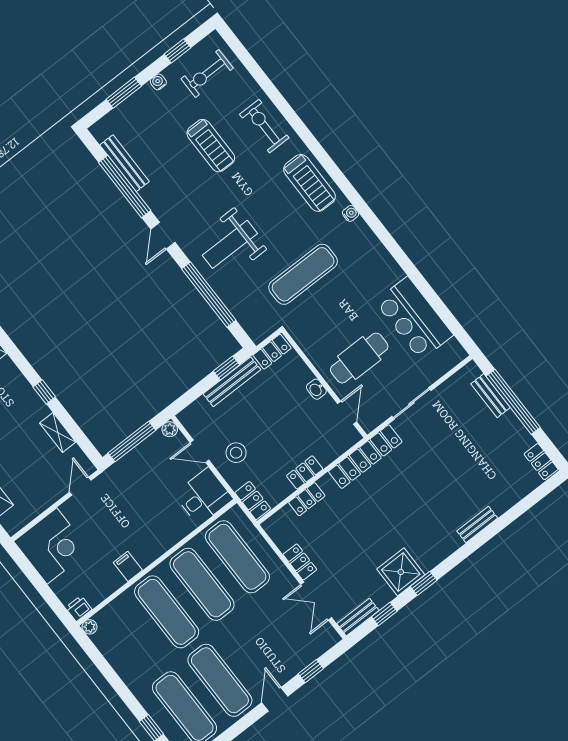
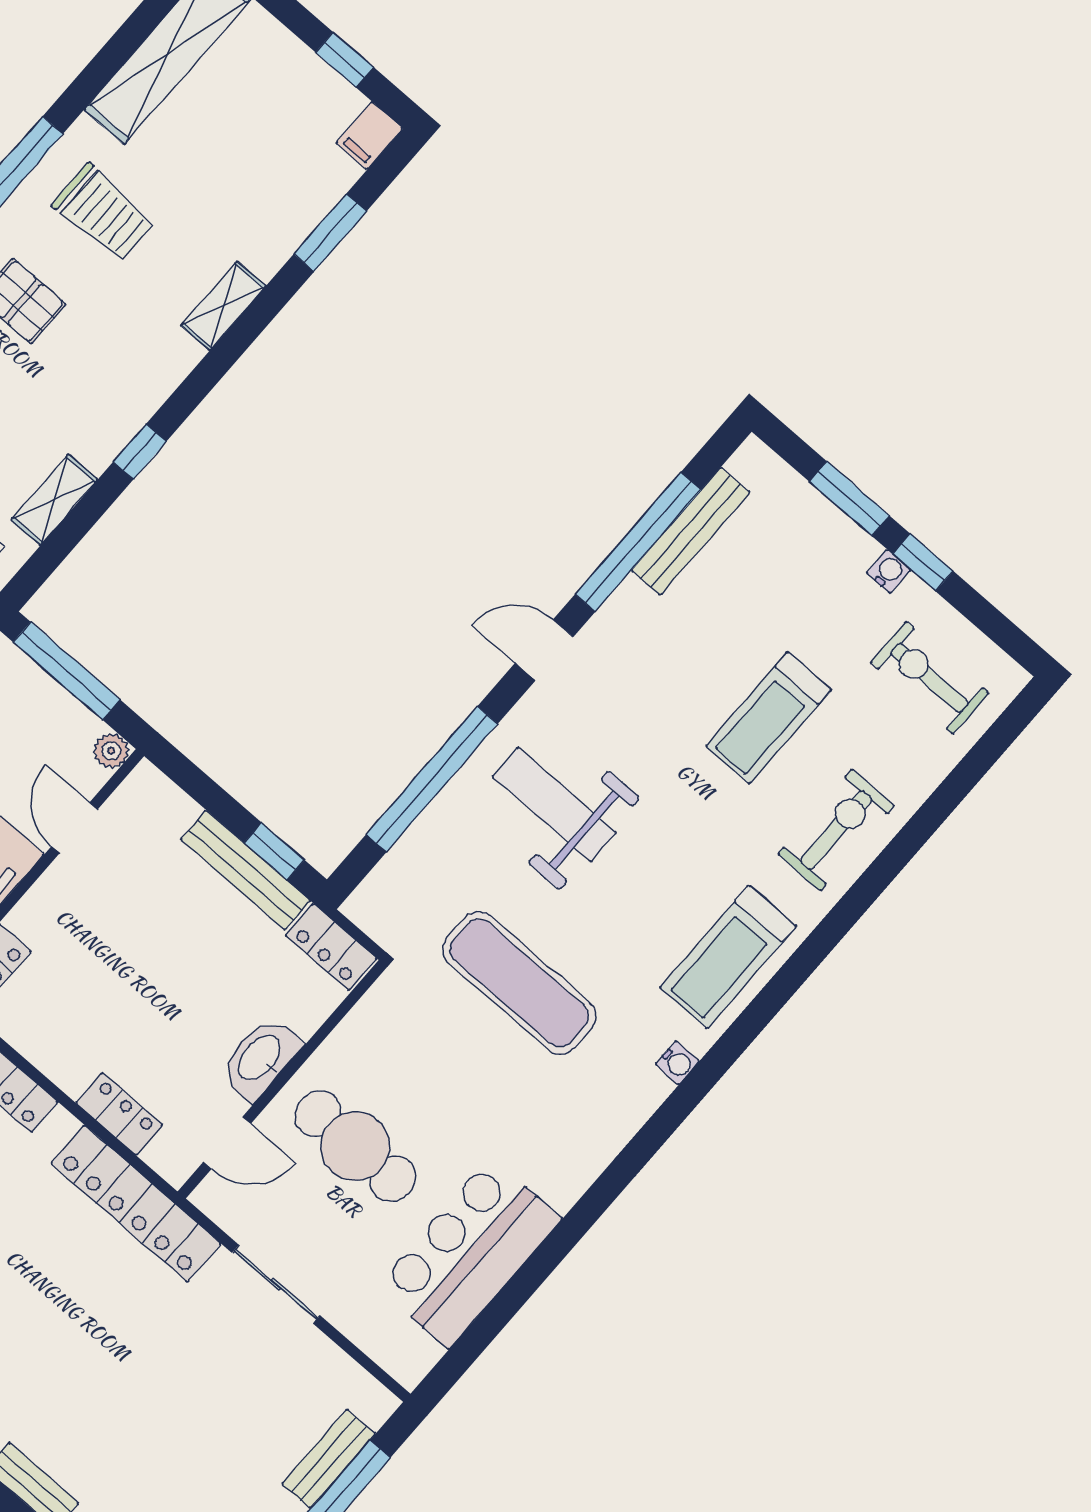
window: (178, 51) -> (923, 562), moved
washbasin: (316, 389) -> (260, 1058), width x1.91, depth x1.45
stool: (236, 453) -> (88, 911), removed
locker: (305, 472) -> (119, 1114), moved

